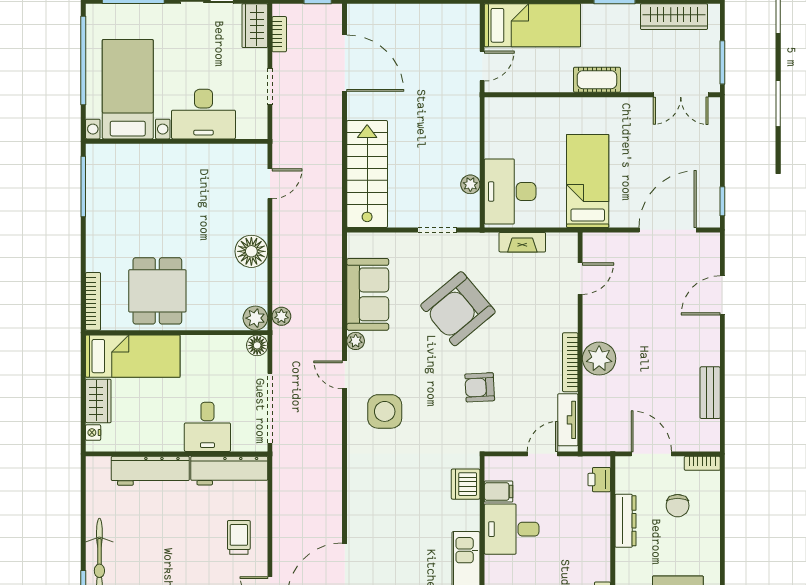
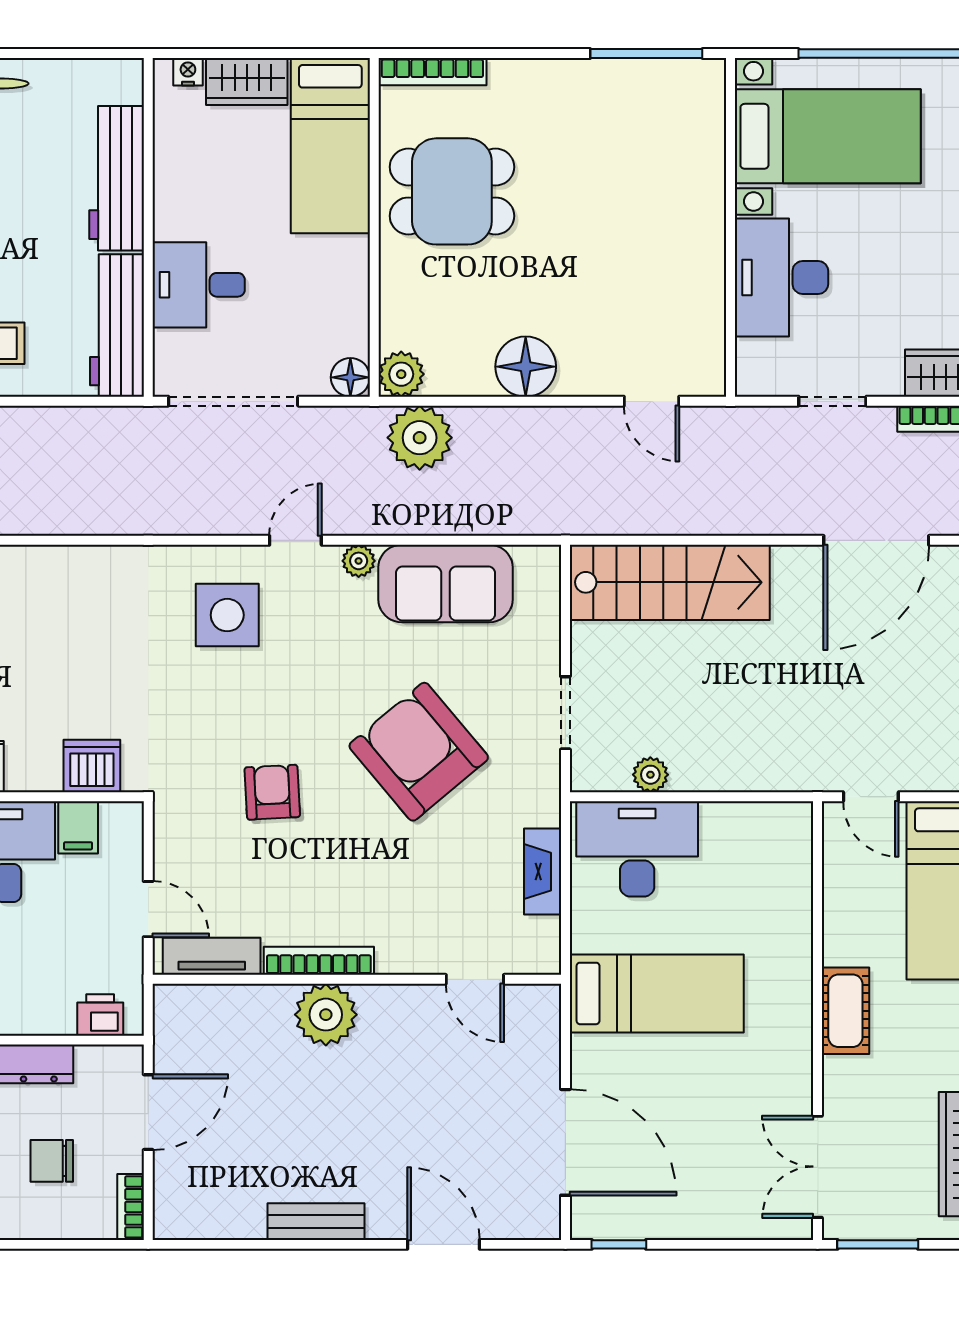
plant: (281, 316) -> (420, 438), width x1.88, depth x1.88
bench: (710, 393) -> (316, 1222), moved

